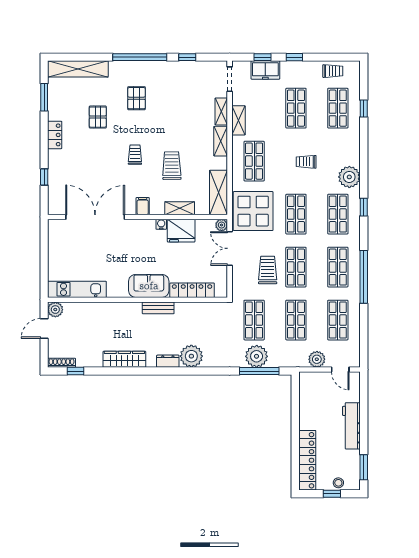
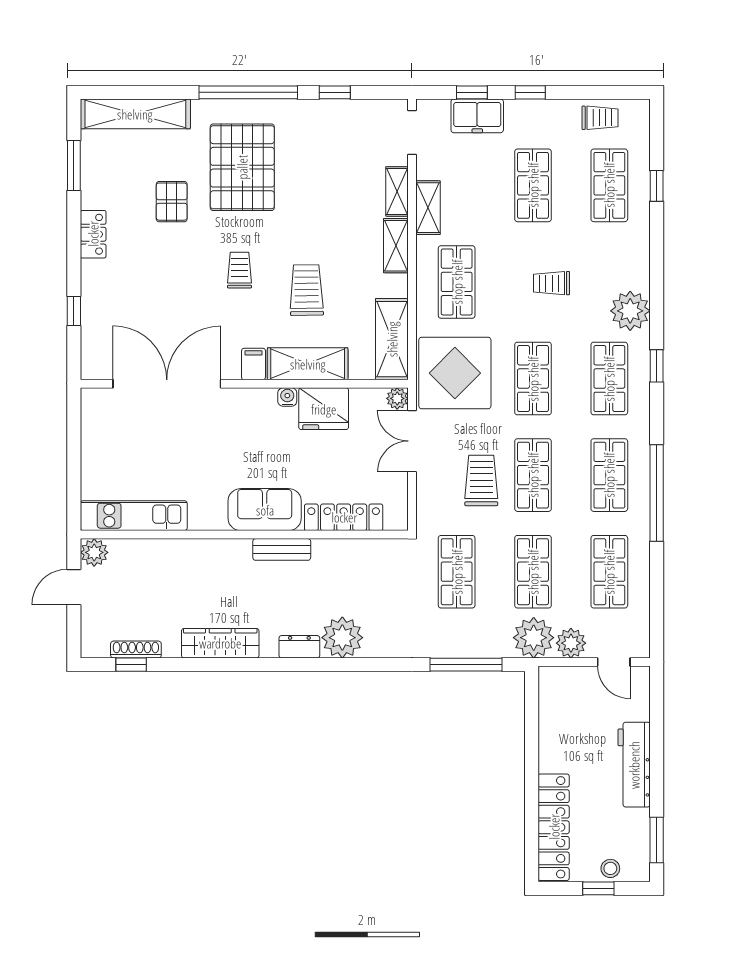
pallet: (136, 98) -> (242, 167), width x2.05, depth x2.00
shelving: (180, 208) -> (308, 364), width x1.50, depth x1.33
plant: (257, 356) -> (534, 638), moved
shoe rack: (62, 363) -> (136, 650), moved

